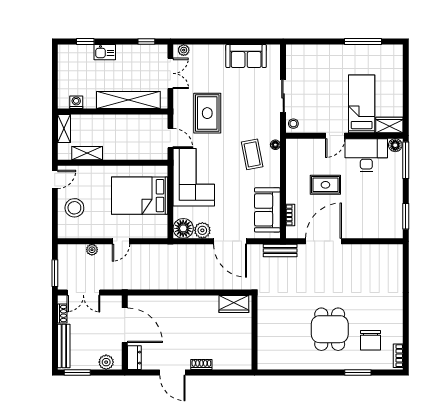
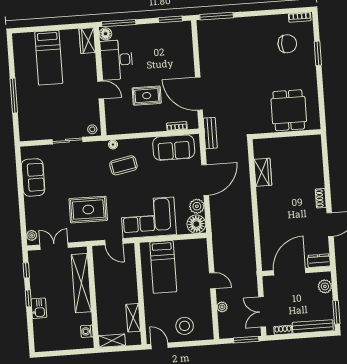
window: (85, 42) -> (28, 298), moved
window: (363, 42) -> (14, 96), moved
bed: (362, 104) -> (49, 58), moved, turned -90
door: (170, 138) -> (114, 242), swing flipped
rug: (325, 185) -> (147, 96), turned 90
bed: (140, 196) -> (163, 267), width x0.67
window: (406, 266) -> (217, 16), added
double door: (83, 293) -> (262, 312), swing flipped
dining table: (330, 329) -> (289, 110), moved, turned 90
wall: (255, 332) -> (287, 134), moved

